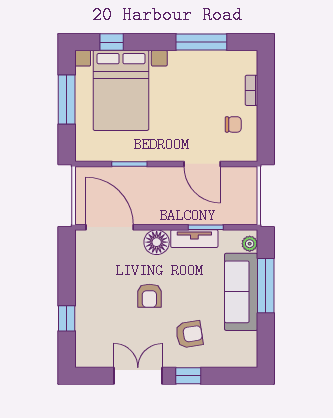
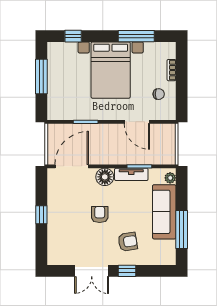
bed with nightstands: (121, 90) -> (111, 70), moved
door: (110, 227) -> (72, 166), hinge flipped
window: (266, 286) -> (182, 230), moved
armchair: (149, 296) -> (100, 215), turned 180
window: (67, 318) -> (41, 215), moved
double door: (138, 376) -> (92, 271), swing flipped

